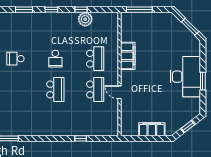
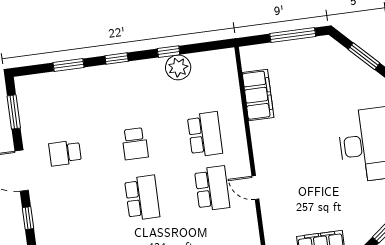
window: (139, 10) -> (293, 35), moved
filing cabinet: (128, 56) -> (258, 95), moved

